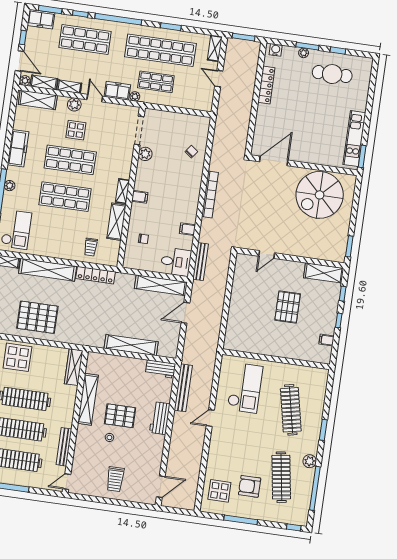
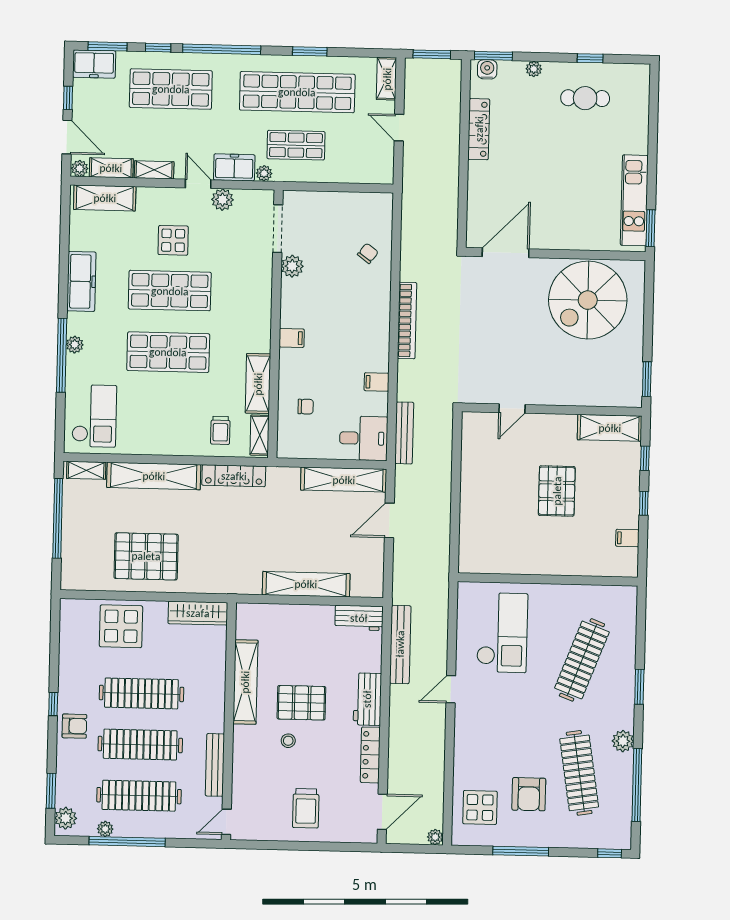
window: (307, 46) -> (493, 56), moved
cafe table: (332, 74) -> (585, 98), width x0.73, depth x0.74
plant: (74, 104) -> (222, 200), moved
shelving: (123, 191) -> (260, 435), moved
wardrobe: (74, 367) -> (198, 613), moved, turned -90
clothes rail: (291, 410) -> (582, 660), turned 33
locker: (158, 452) -> (370, 755), added
armchair: (250, 486) -> (529, 794), turned -90
plant: (191, 505) -> (435, 837), added

